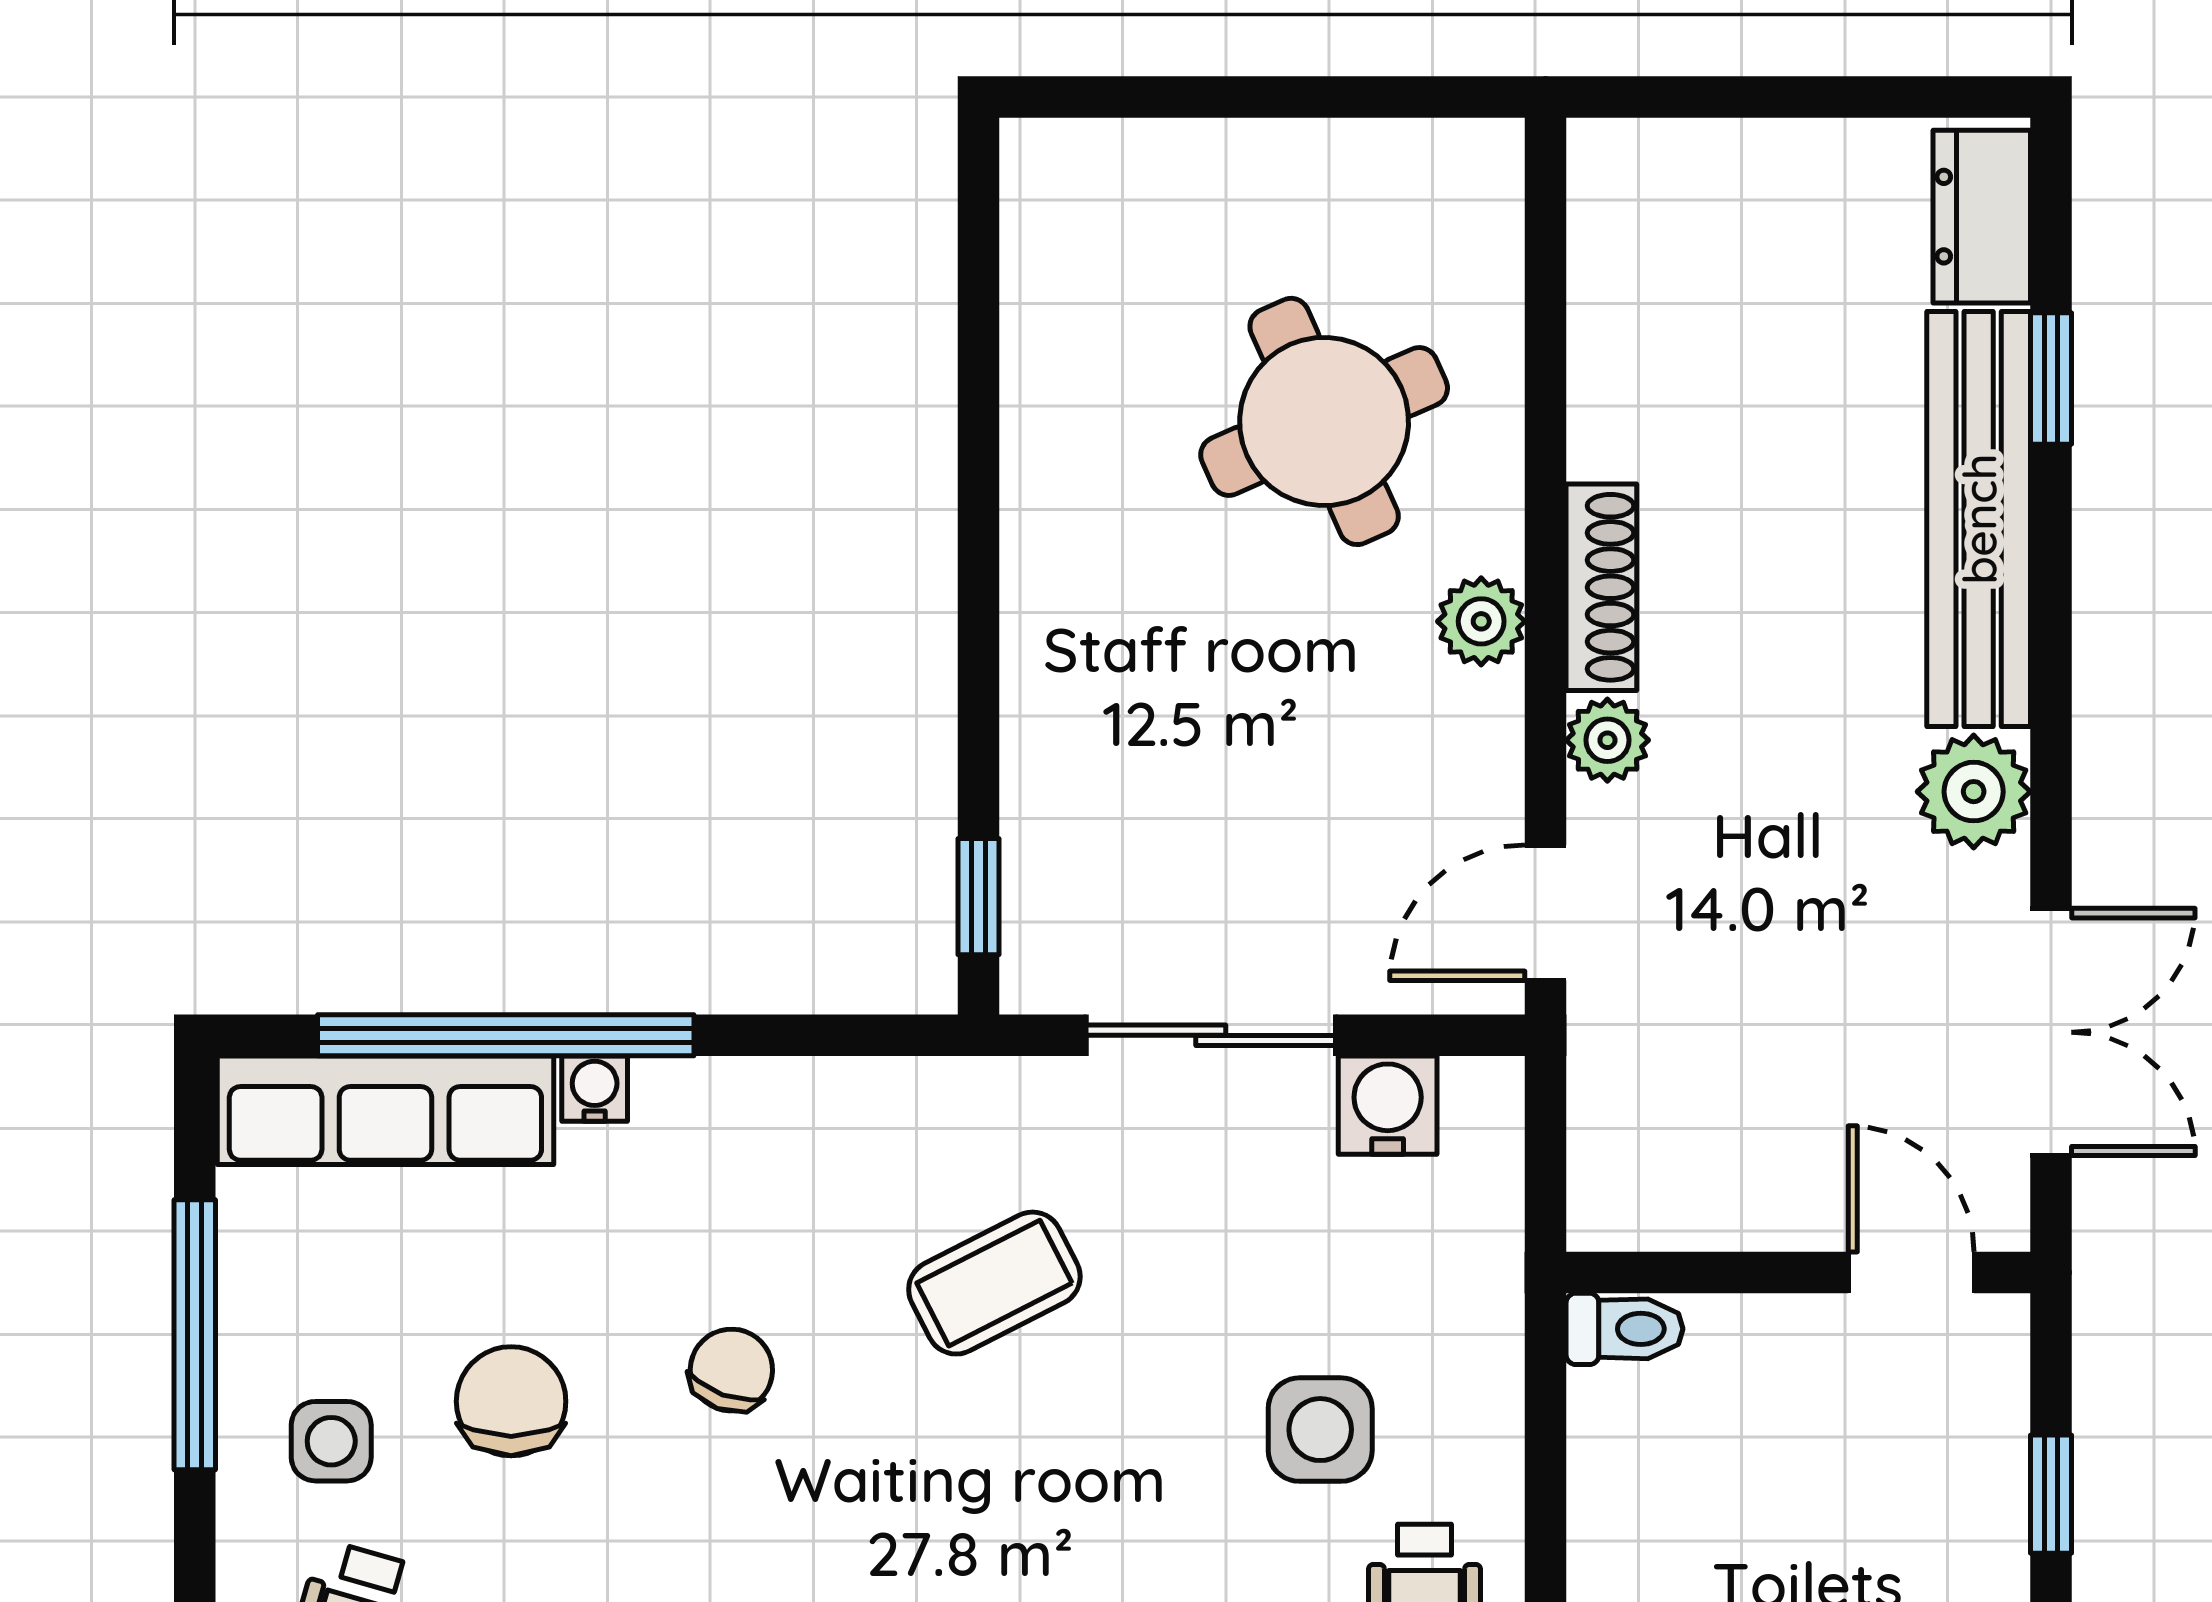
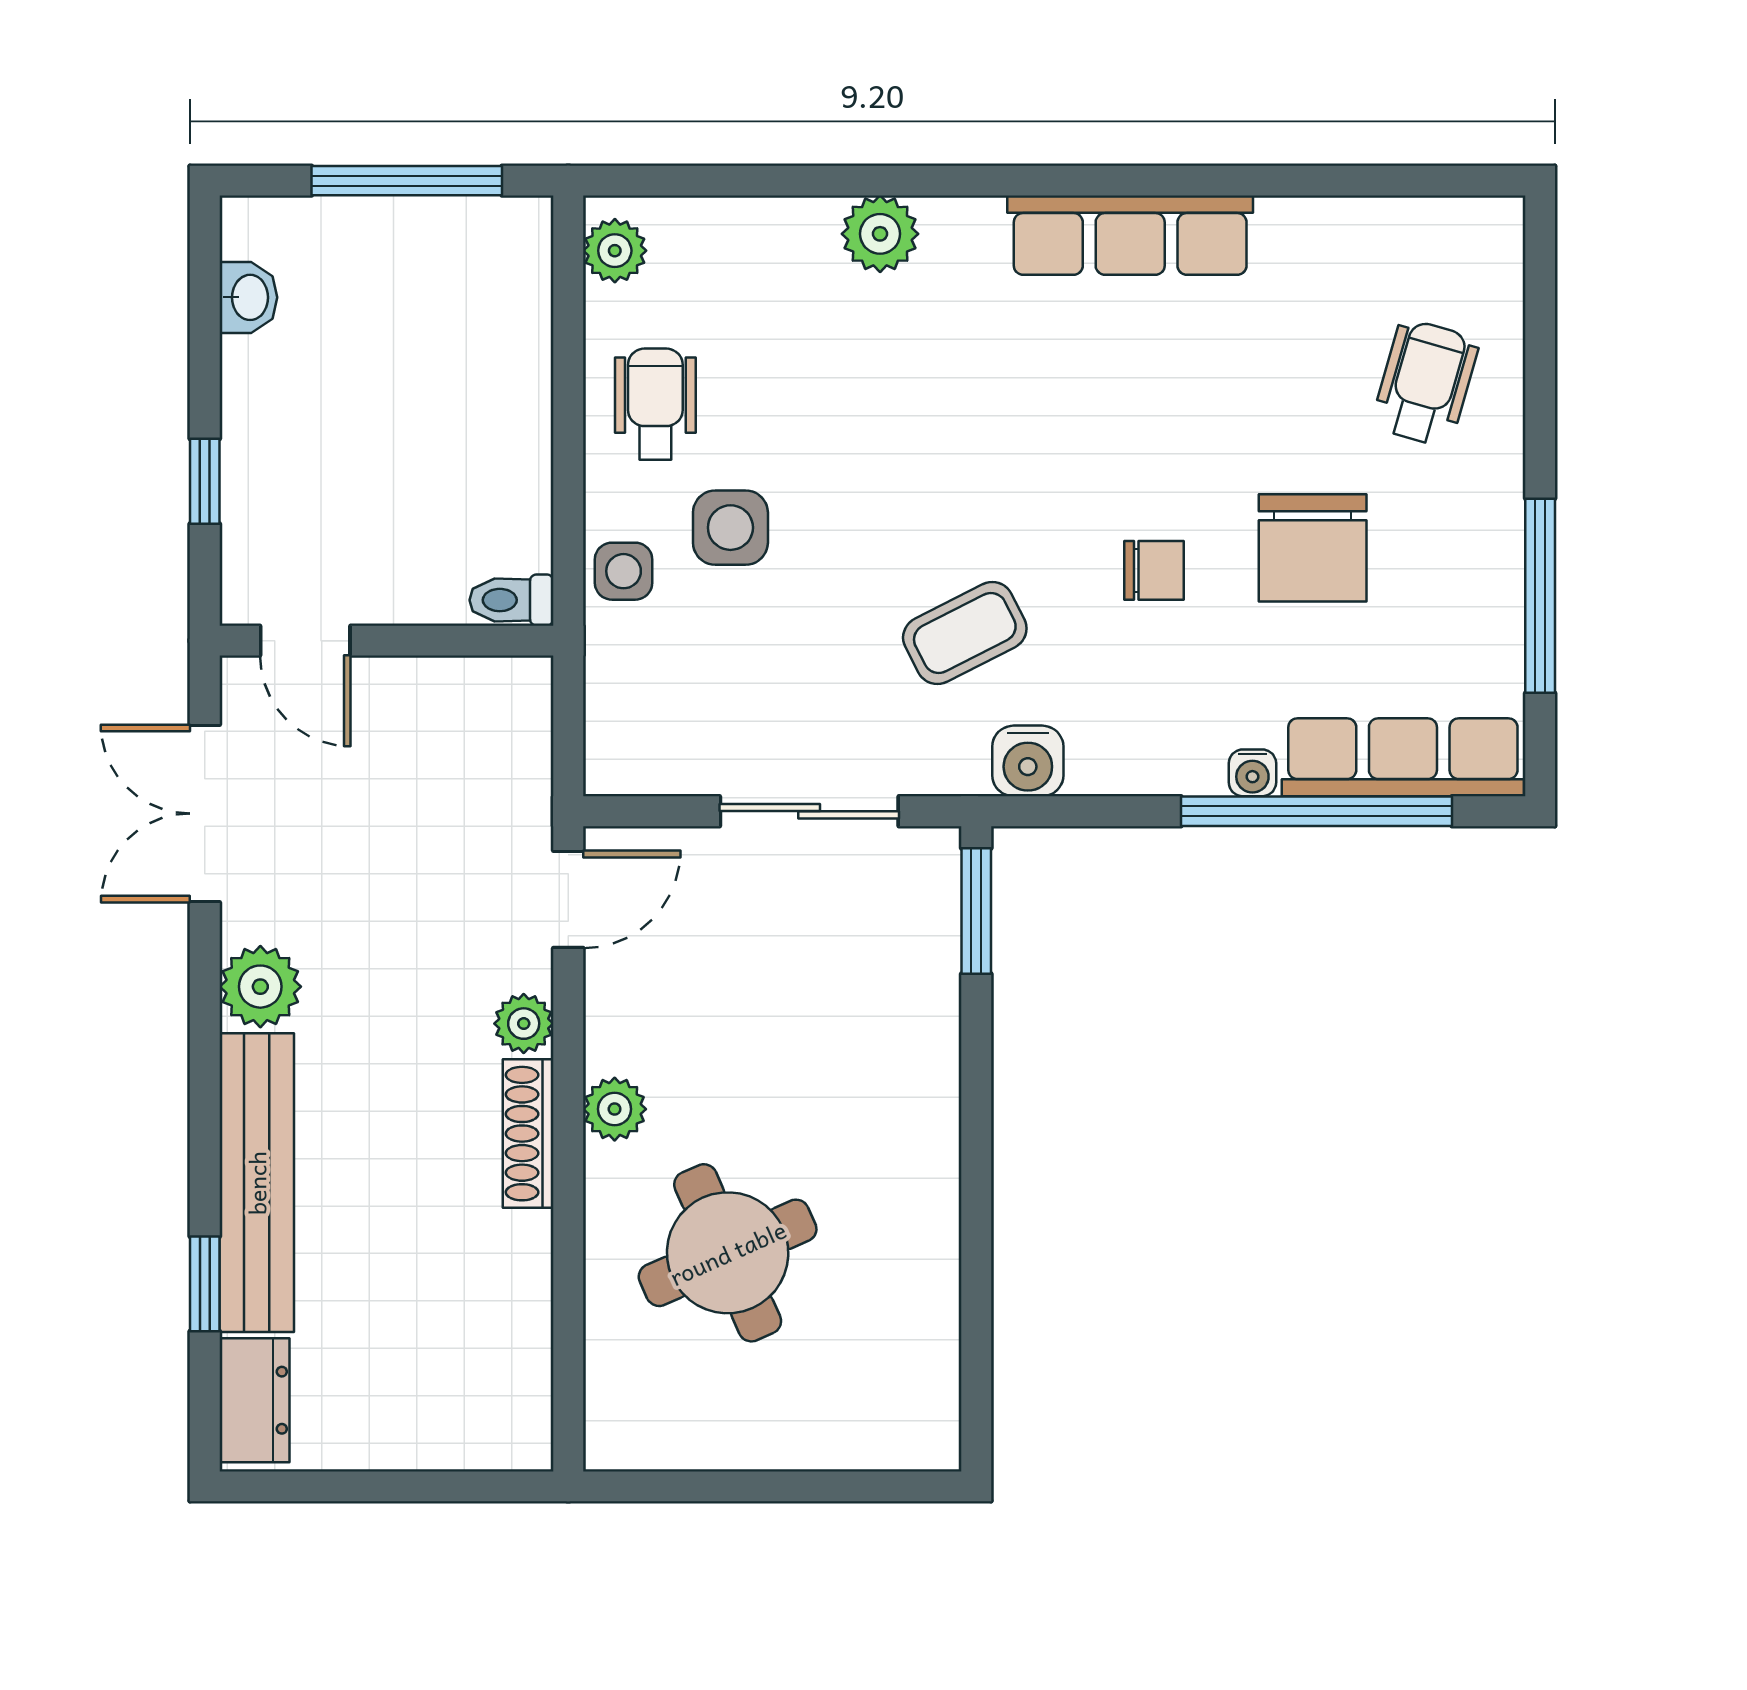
window: (978, 897) -> (976, 911), width x1.50
water cooler: (1388, 1105) -> (1028, 761), moved
chair: (731, 1370) -> (1154, 570), turned -110
chair: (511, 1401) -> (1313, 548), width x1.37, depth x1.37
side table: (331, 1441) -> (624, 571), moved

